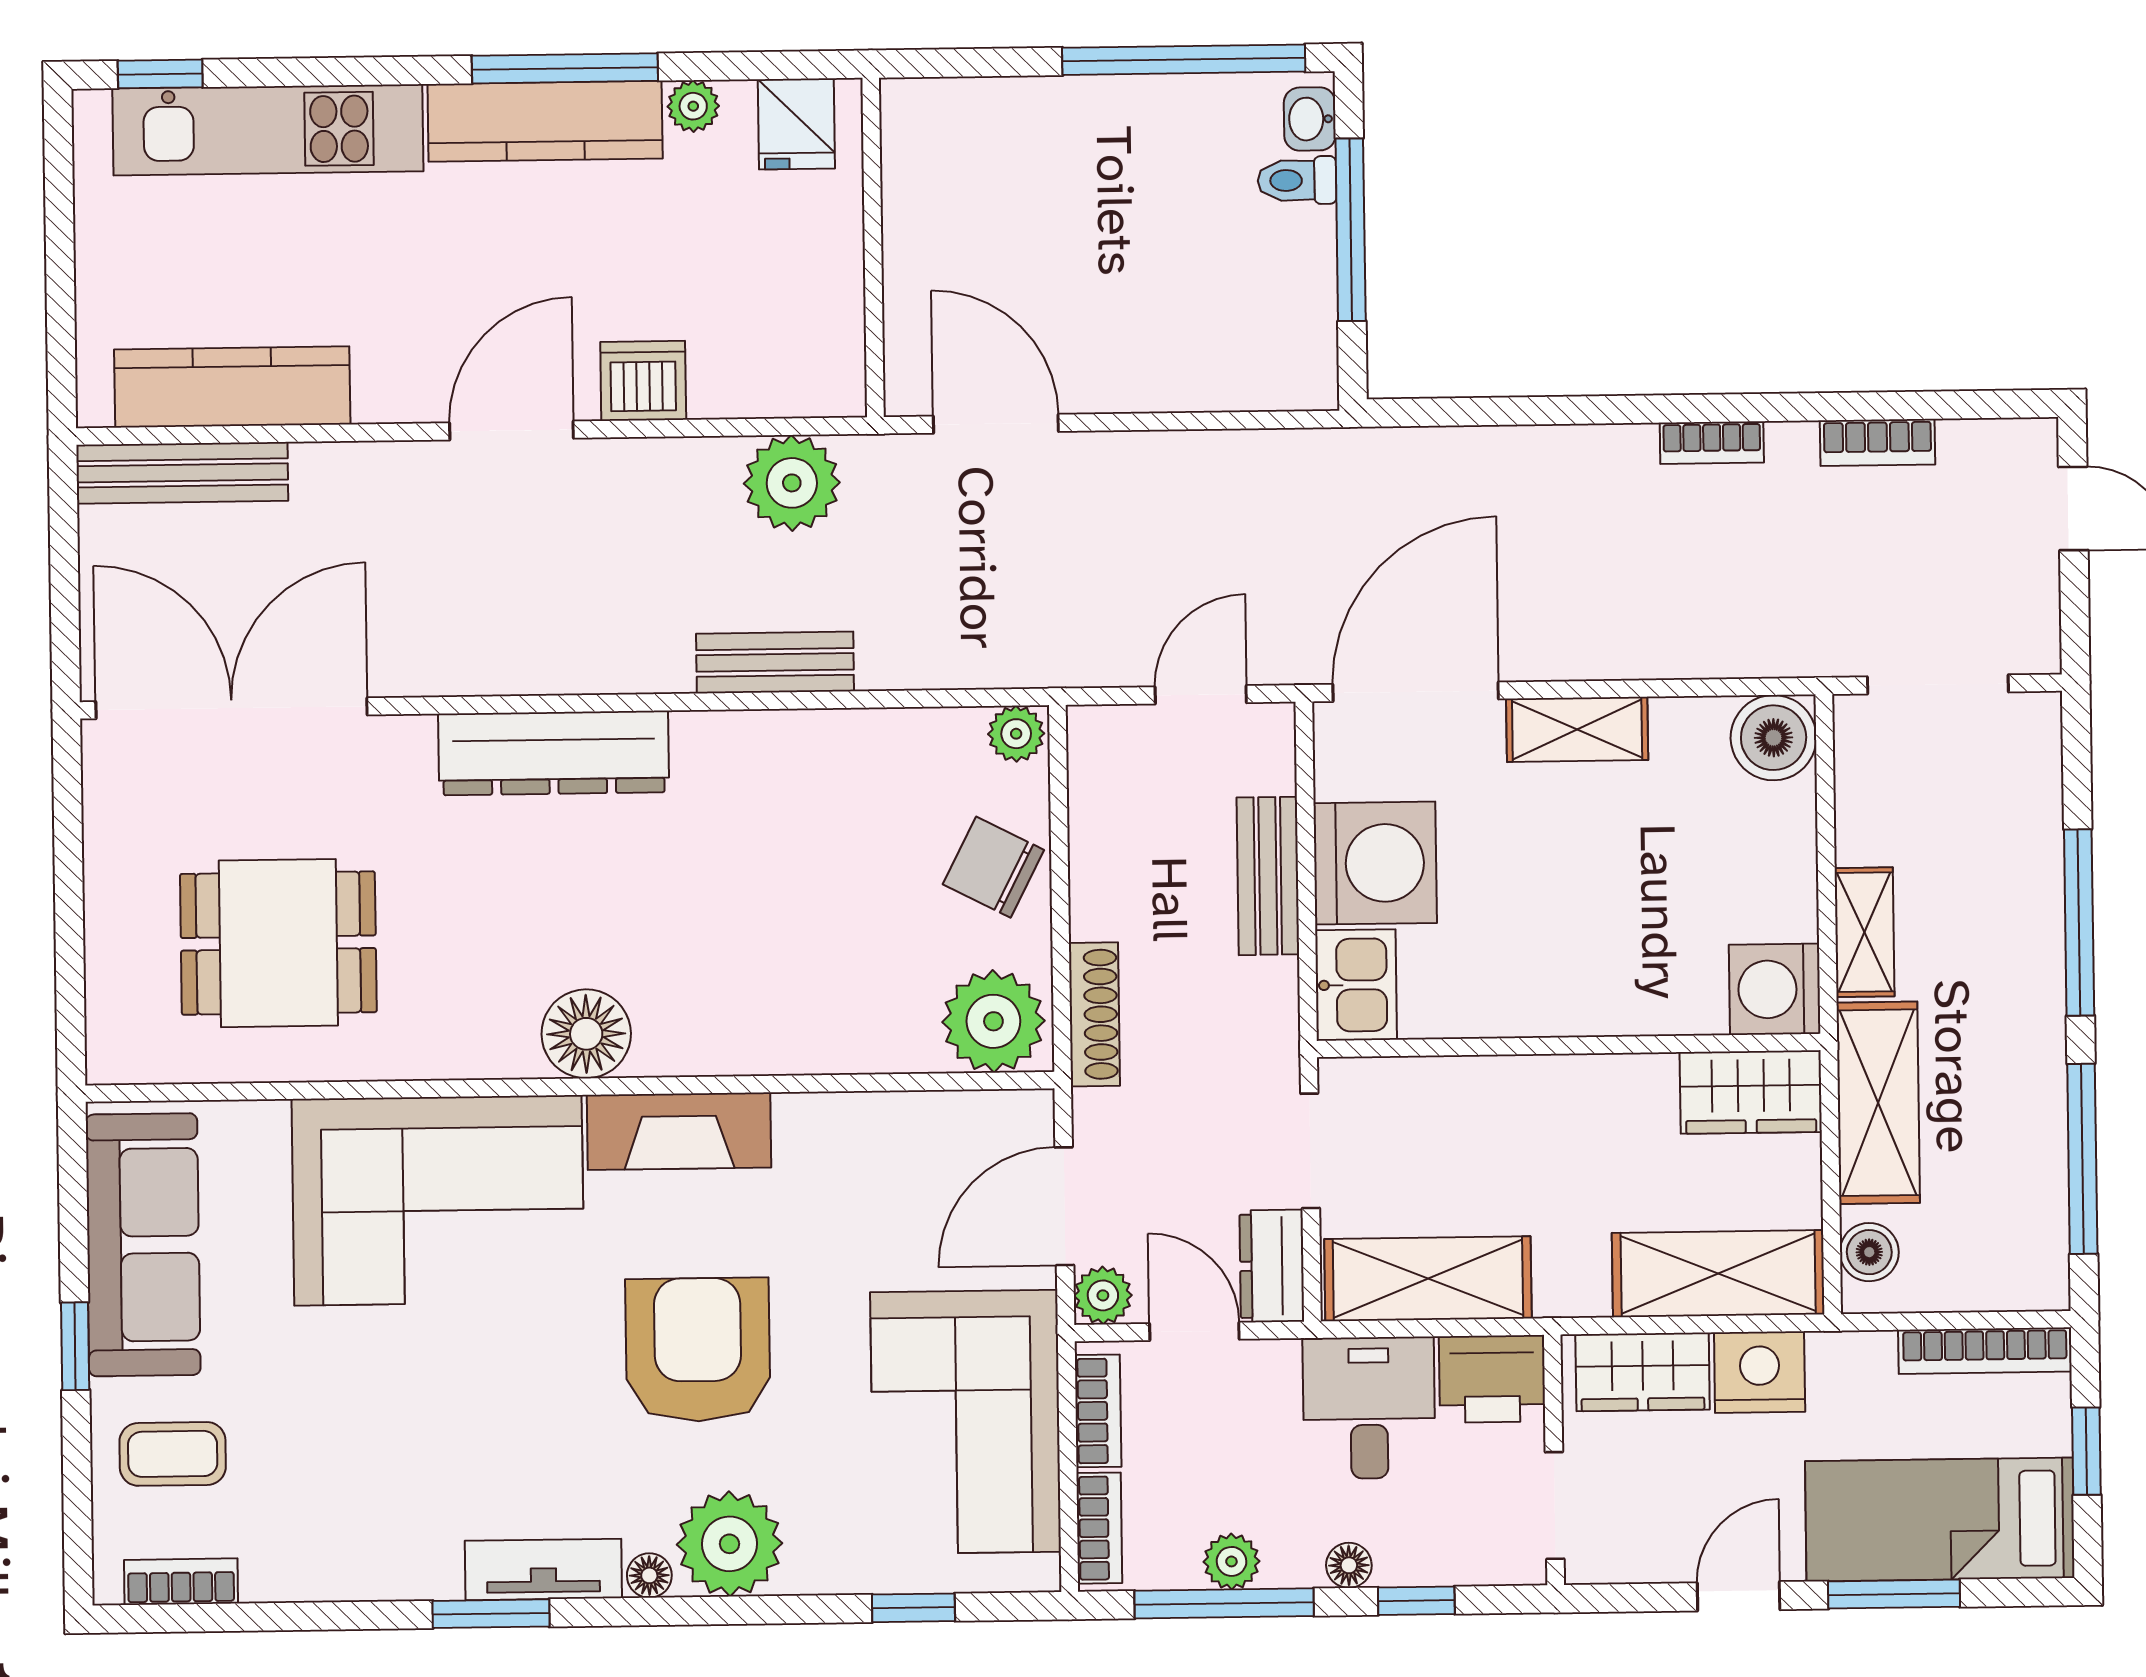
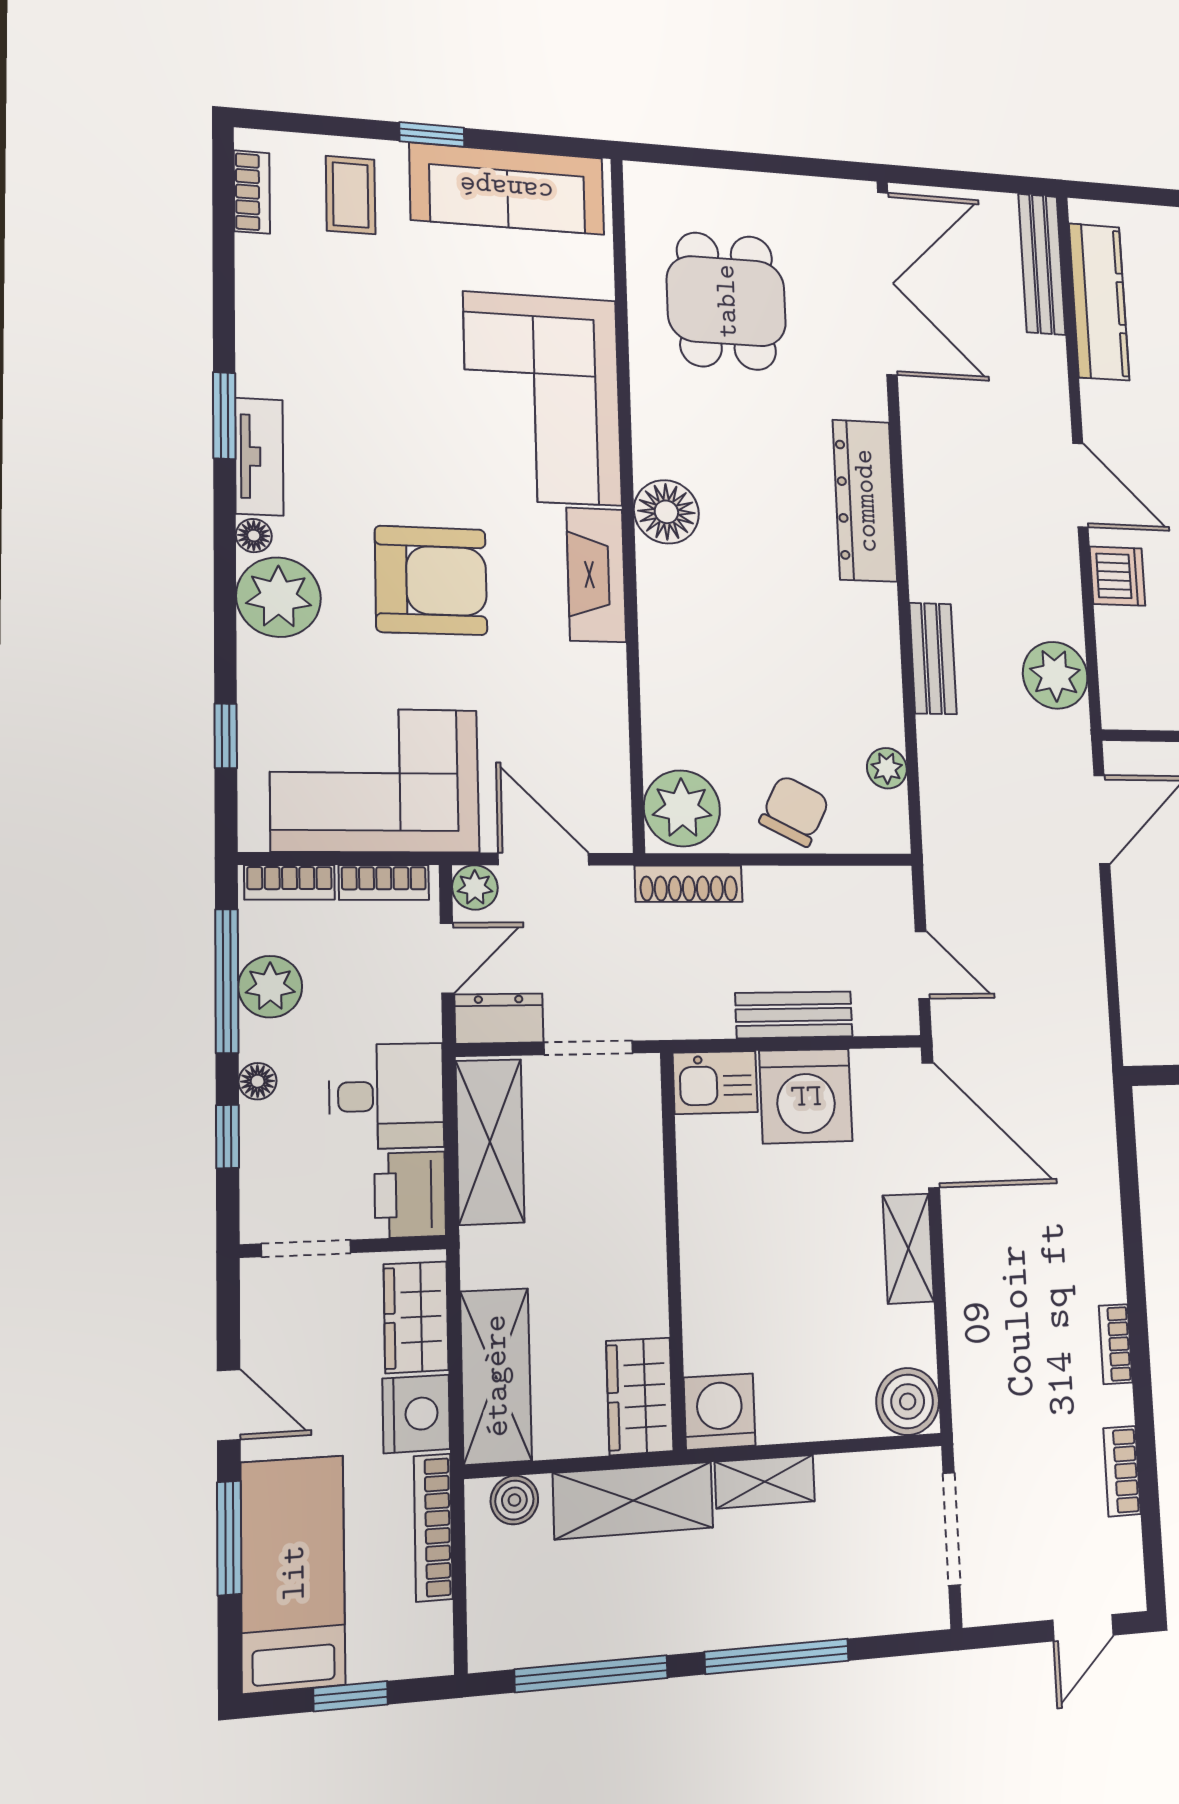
plant: (1016, 734) -> (887, 768), moved
bookcase: (1985, 1351) -> (433, 1527), moved
plant: (1231, 1561) -> (270, 987), width x1.38, depth x1.38

